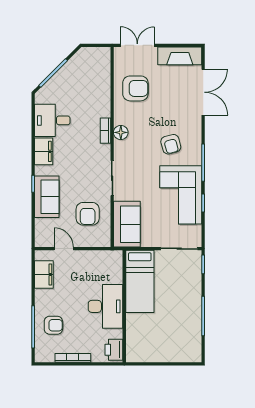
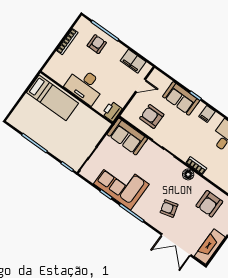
armchair: (171, 144) -> (169, 208), moved
filing cabinet: (44, 151) -> (207, 114), width x0.50
bed: (140, 281) -> (52, 98), moved, turned 180
armchair: (53, 325) -> (97, 44), turned 180
printer: (114, 350) -> (112, 111), moved, turned -90

